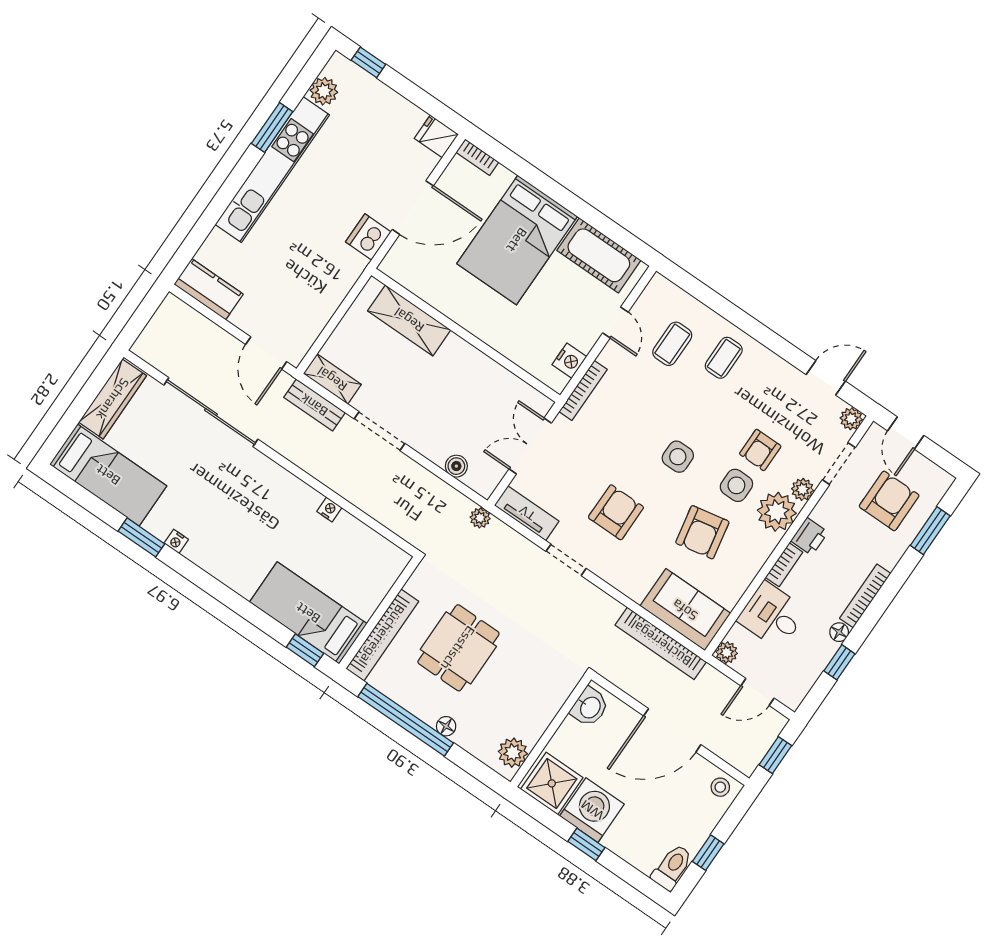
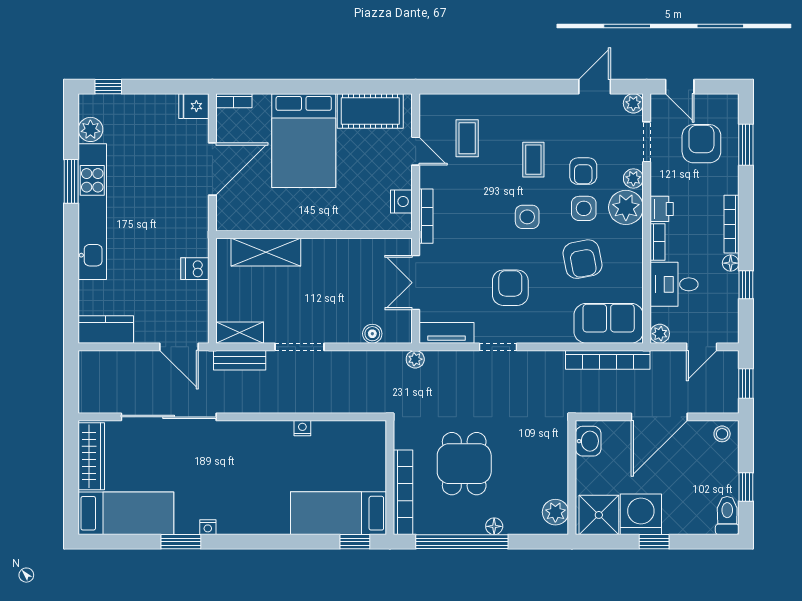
dishwasher: (368, 237) -> (195, 269), moved, width x0.73
coffee table: (724, 358) -> (533, 160), moved

